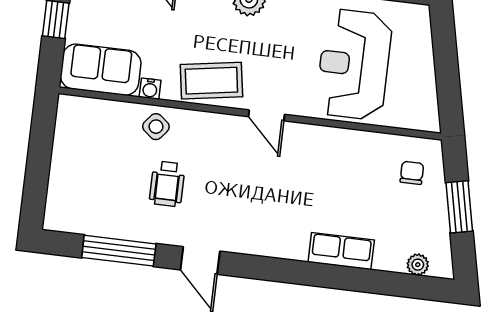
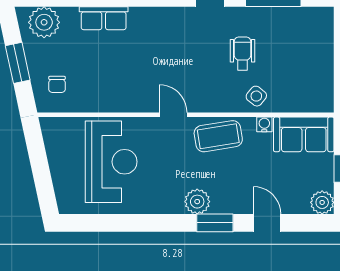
plant: (418, 265) -> (44, 22), width x1.87, depth x1.87

